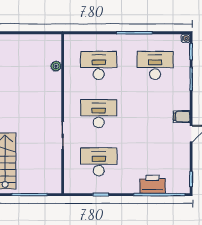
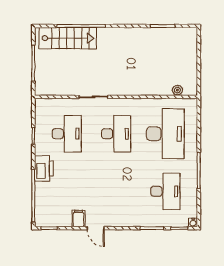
desk: (99, 65) -> (165, 134), width x1.36, depth x1.30
plant: (56, 66) -> (177, 90), moved
filing cabinet: (182, 117) -> (79, 219), moved
printer: (152, 184) -> (44, 169), moved

